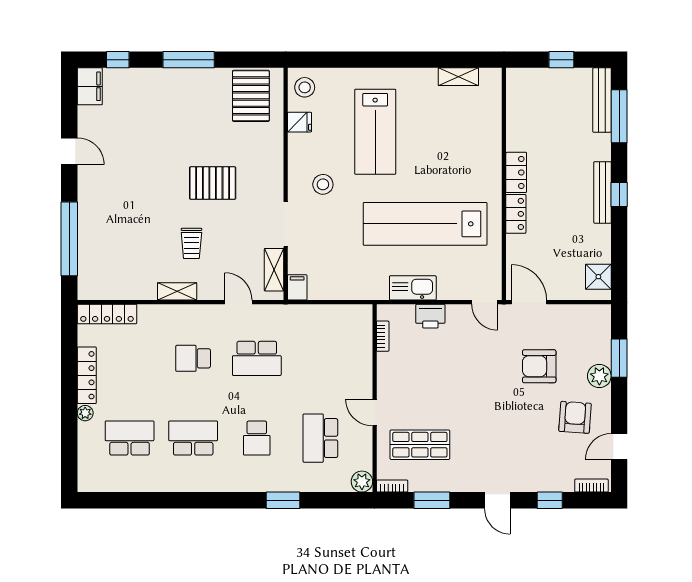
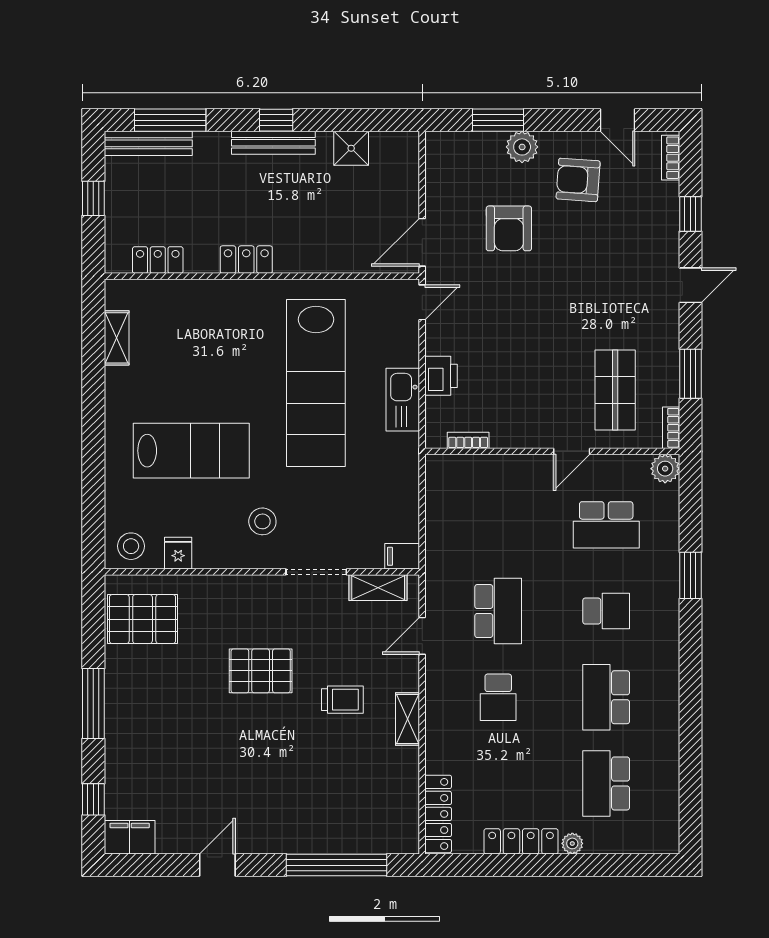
pallet: (213, 183) -> (261, 671), turned 90
locker: (516, 214) -> (158, 260), moved
shower: (598, 277) -> (351, 148), moved

